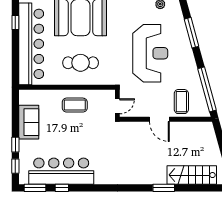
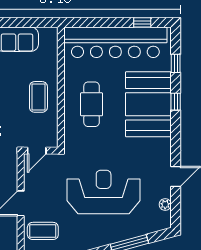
reception desk: (150, 53) -> (104, 192), turned 180
door: (117, 106) -> (37, 151), hinge flipped

